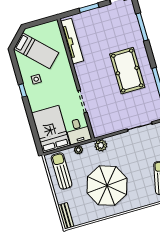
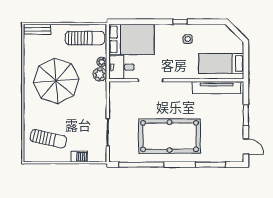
bed: (36, 51) -> (221, 63), moved, turned 45
pool table: (127, 71) -> (170, 136), width x1.36, depth x1.32
plant: (101, 145) -> (100, 74), moved

